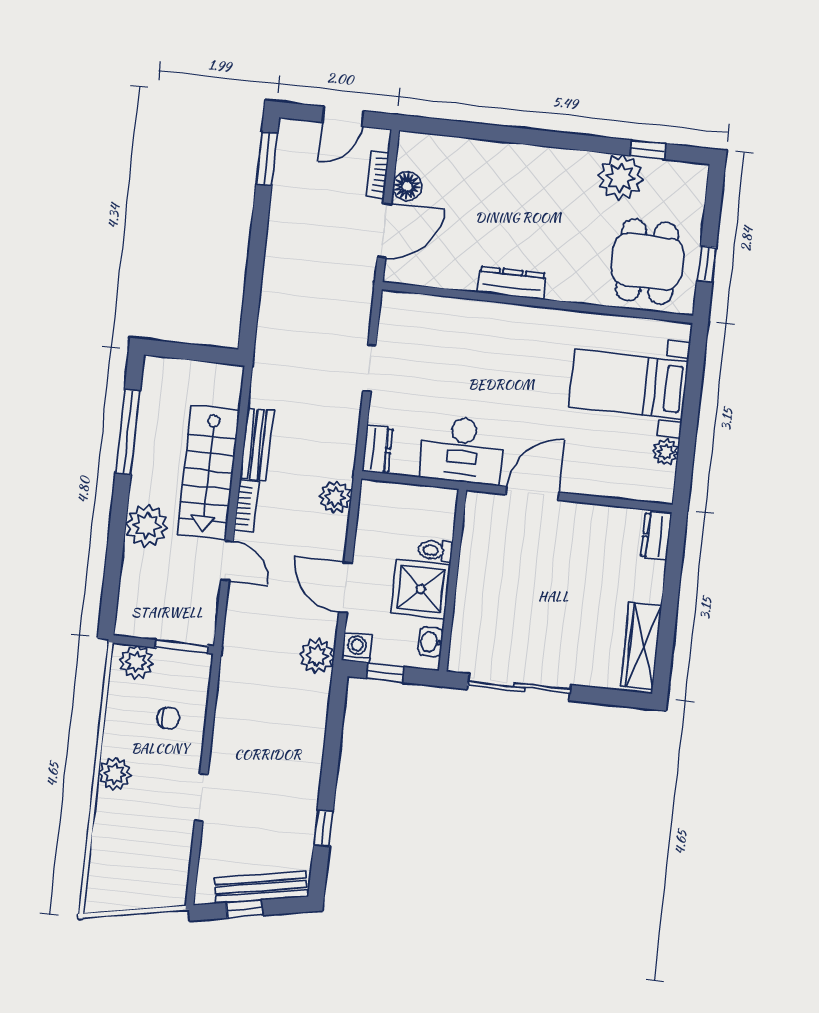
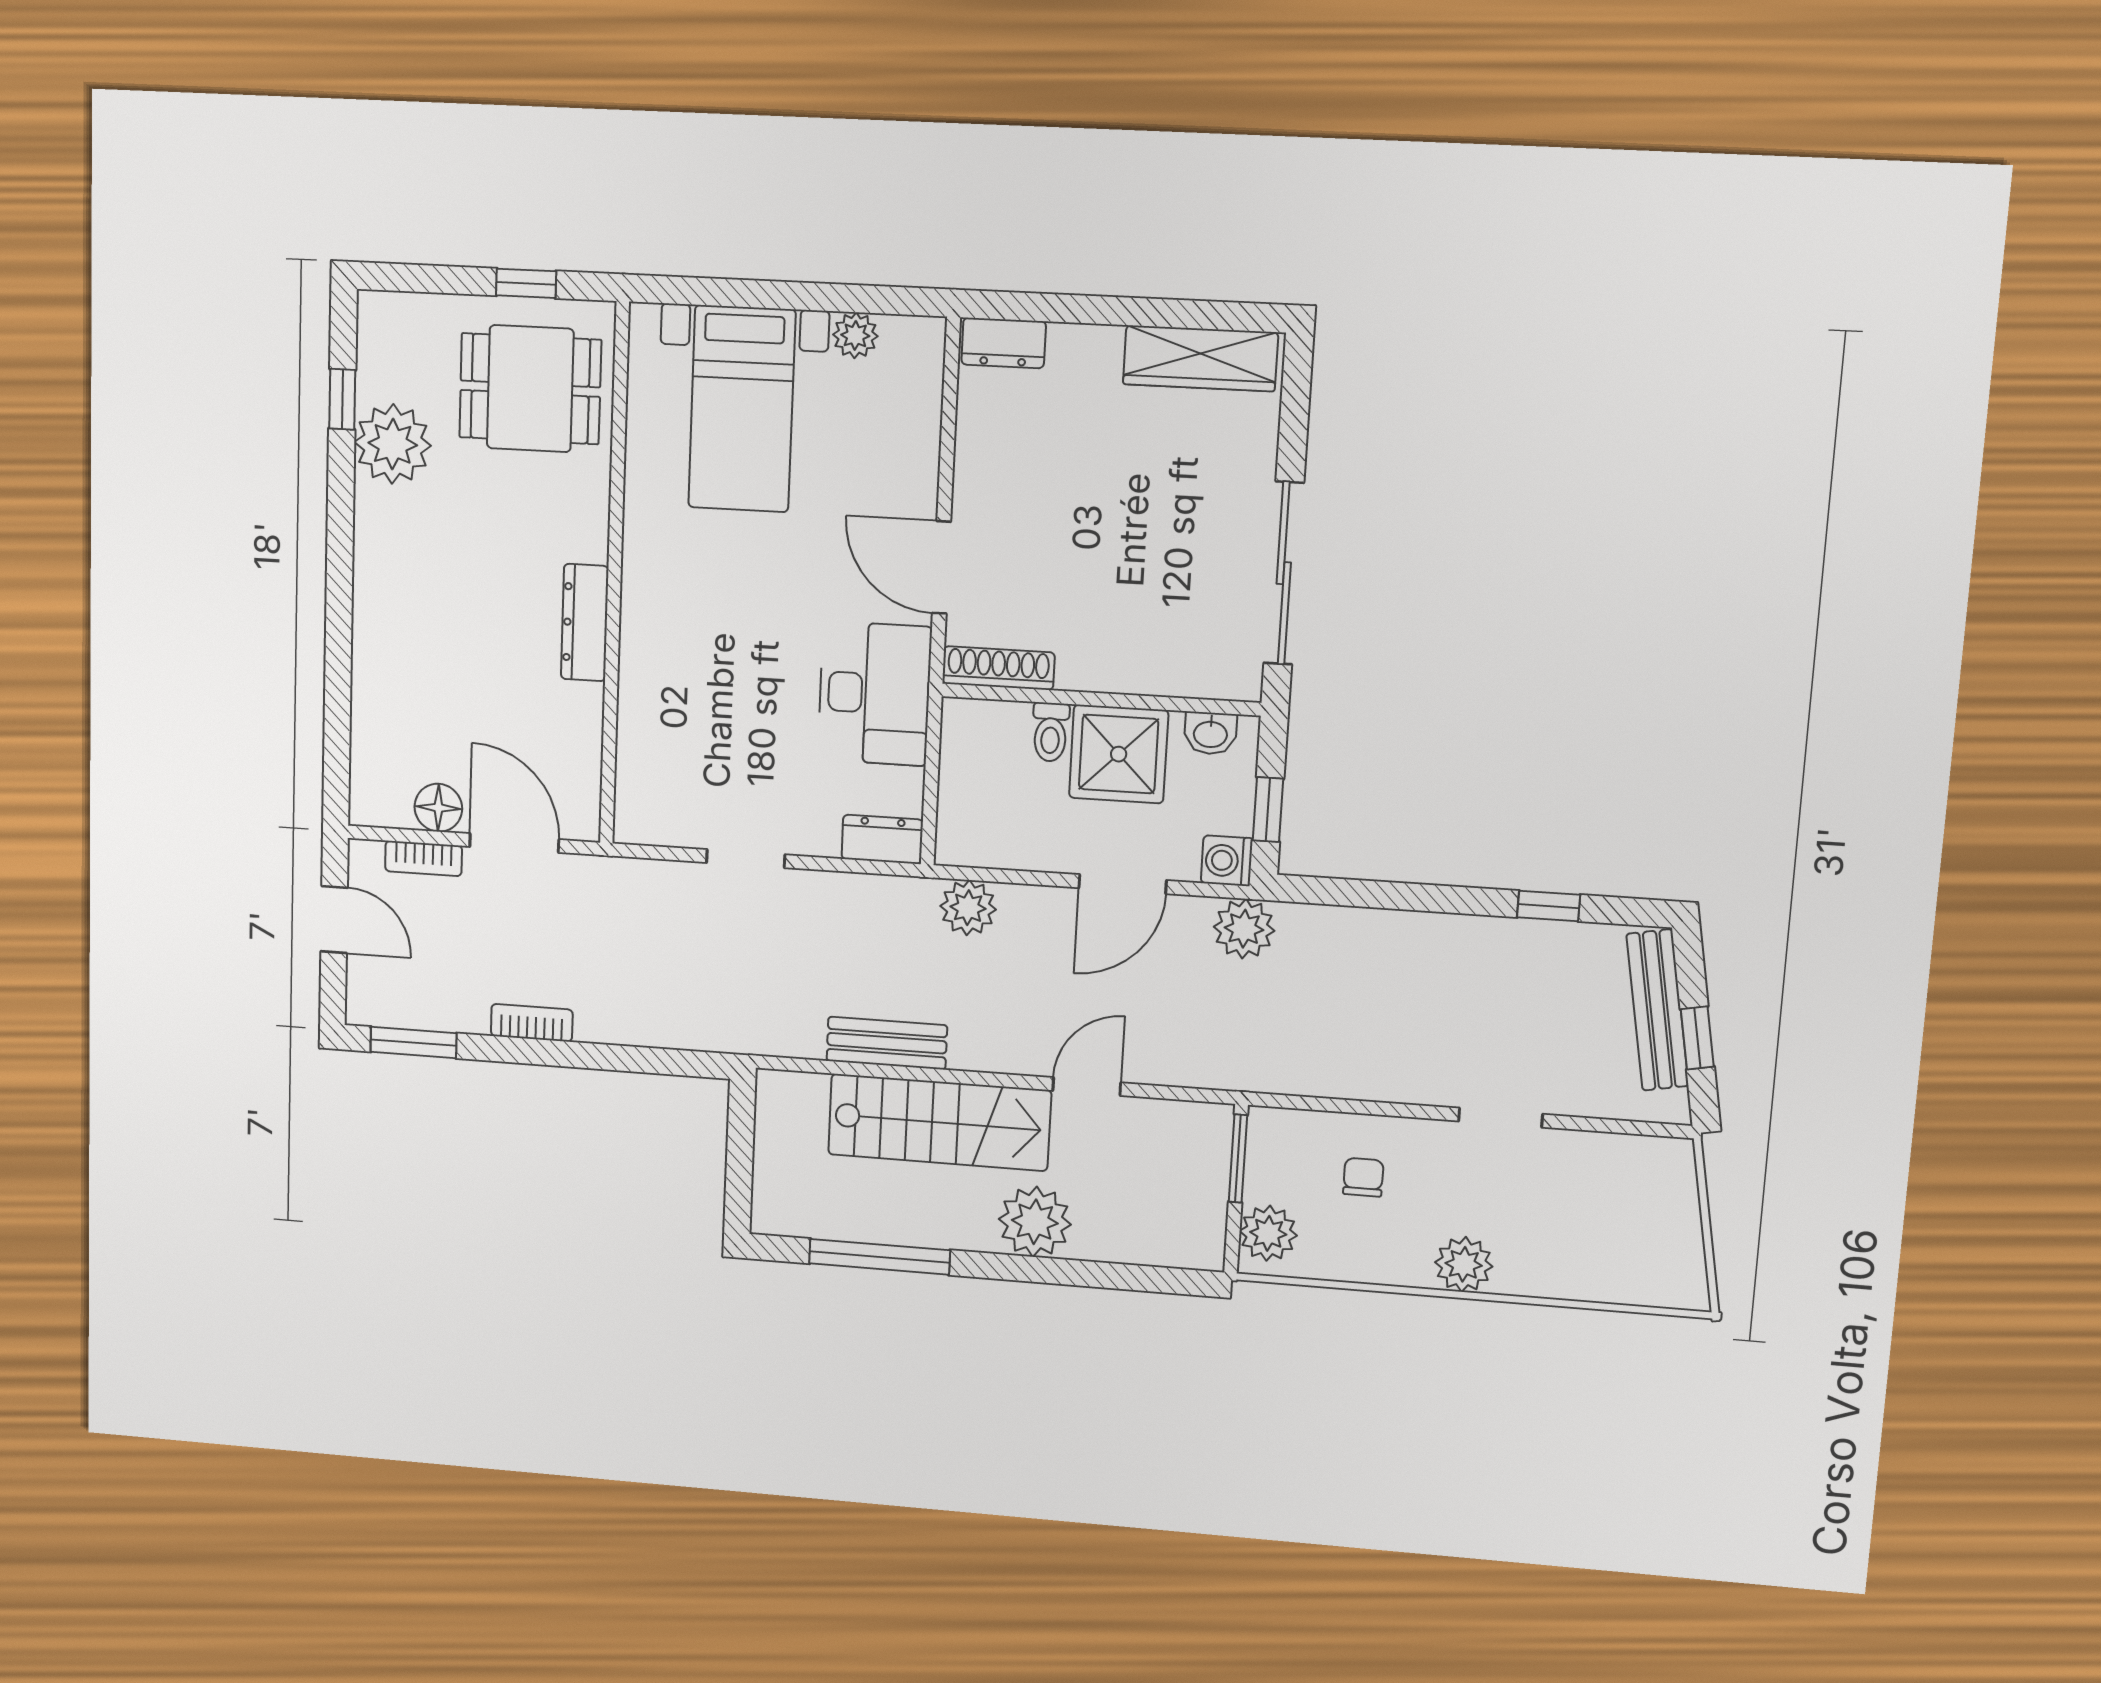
bookcase: (247, 506) -> (532, 1023), moved
shoe rack: (473, 523) -> (998, 668), added

